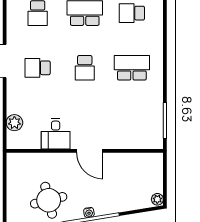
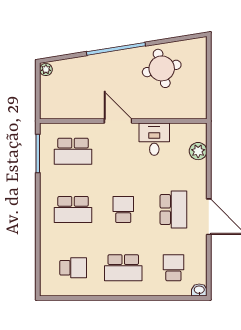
school desk: (38, 68) -> (173, 210), width x1.85
school desk: (132, 122) -> (73, 151), added
water cooler: (89, 212) -> (119, 55), removed

